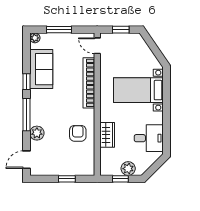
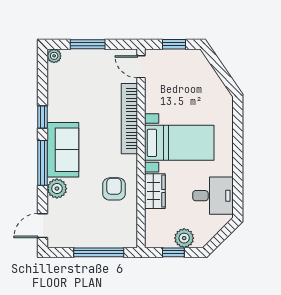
sofa: (41, 69) -> (63, 150), moved
bed with nightstands: (138, 90) -> (179, 143), moved, turned 180
window: (67, 179) -> (99, 252), width x2.17

